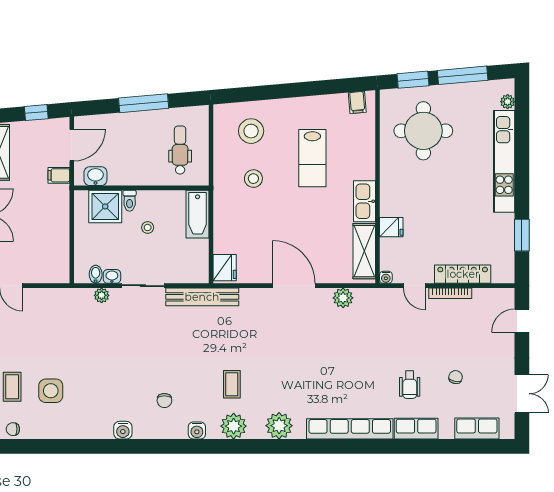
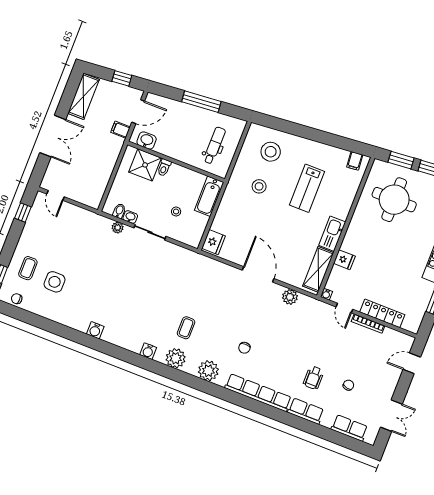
stool: (148, 227) -> (176, 211), moved
bench: (202, 297) -> (189, 257), removed
chair: (164, 401) -> (244, 348), moved

